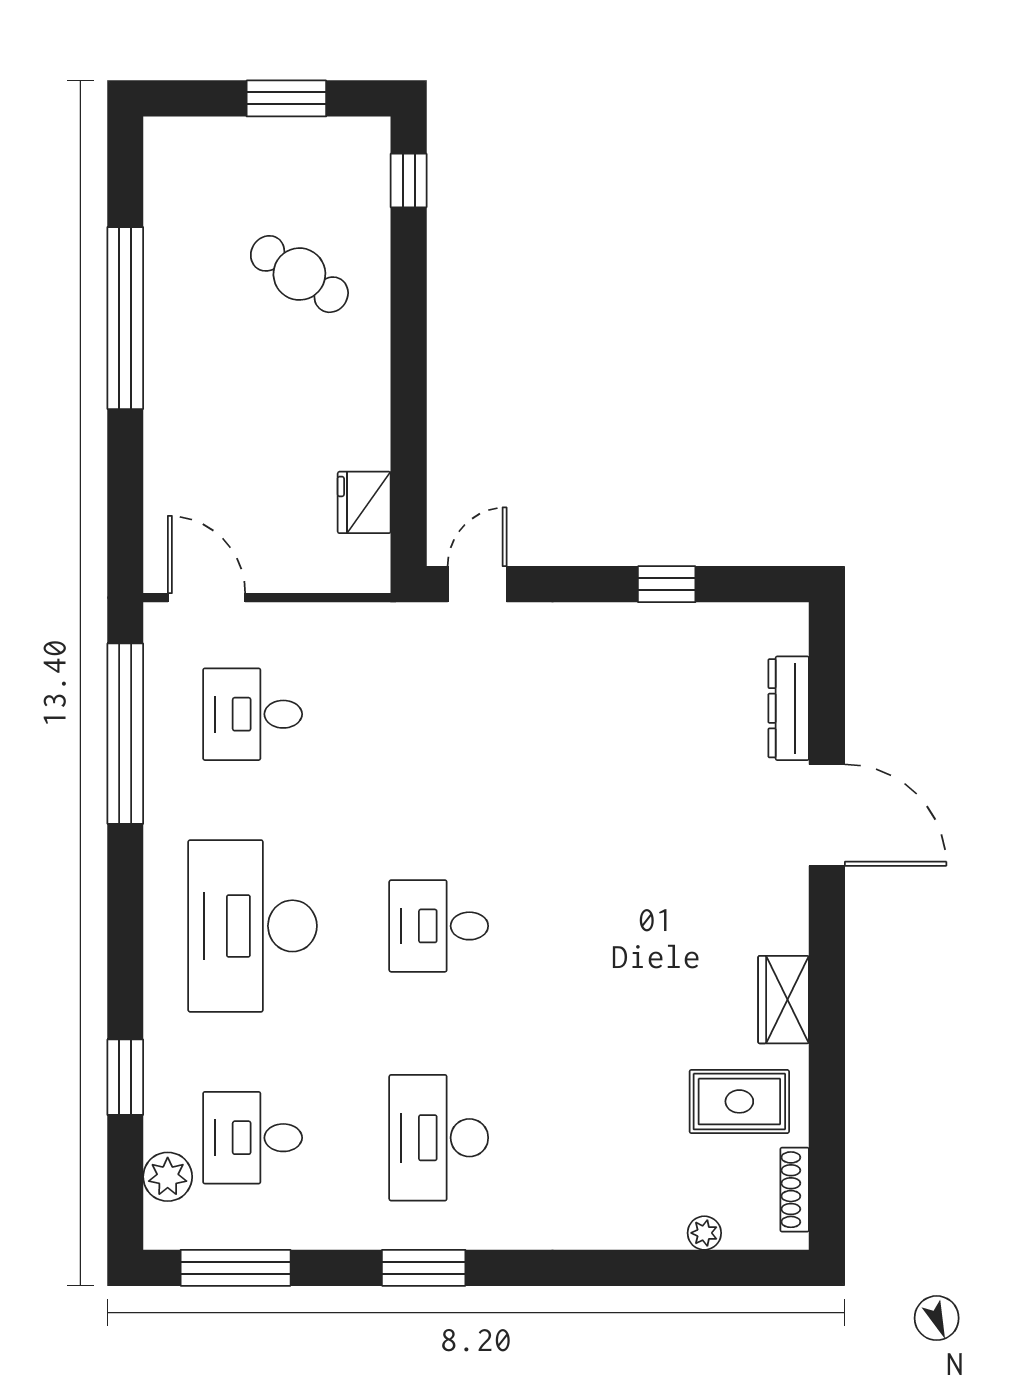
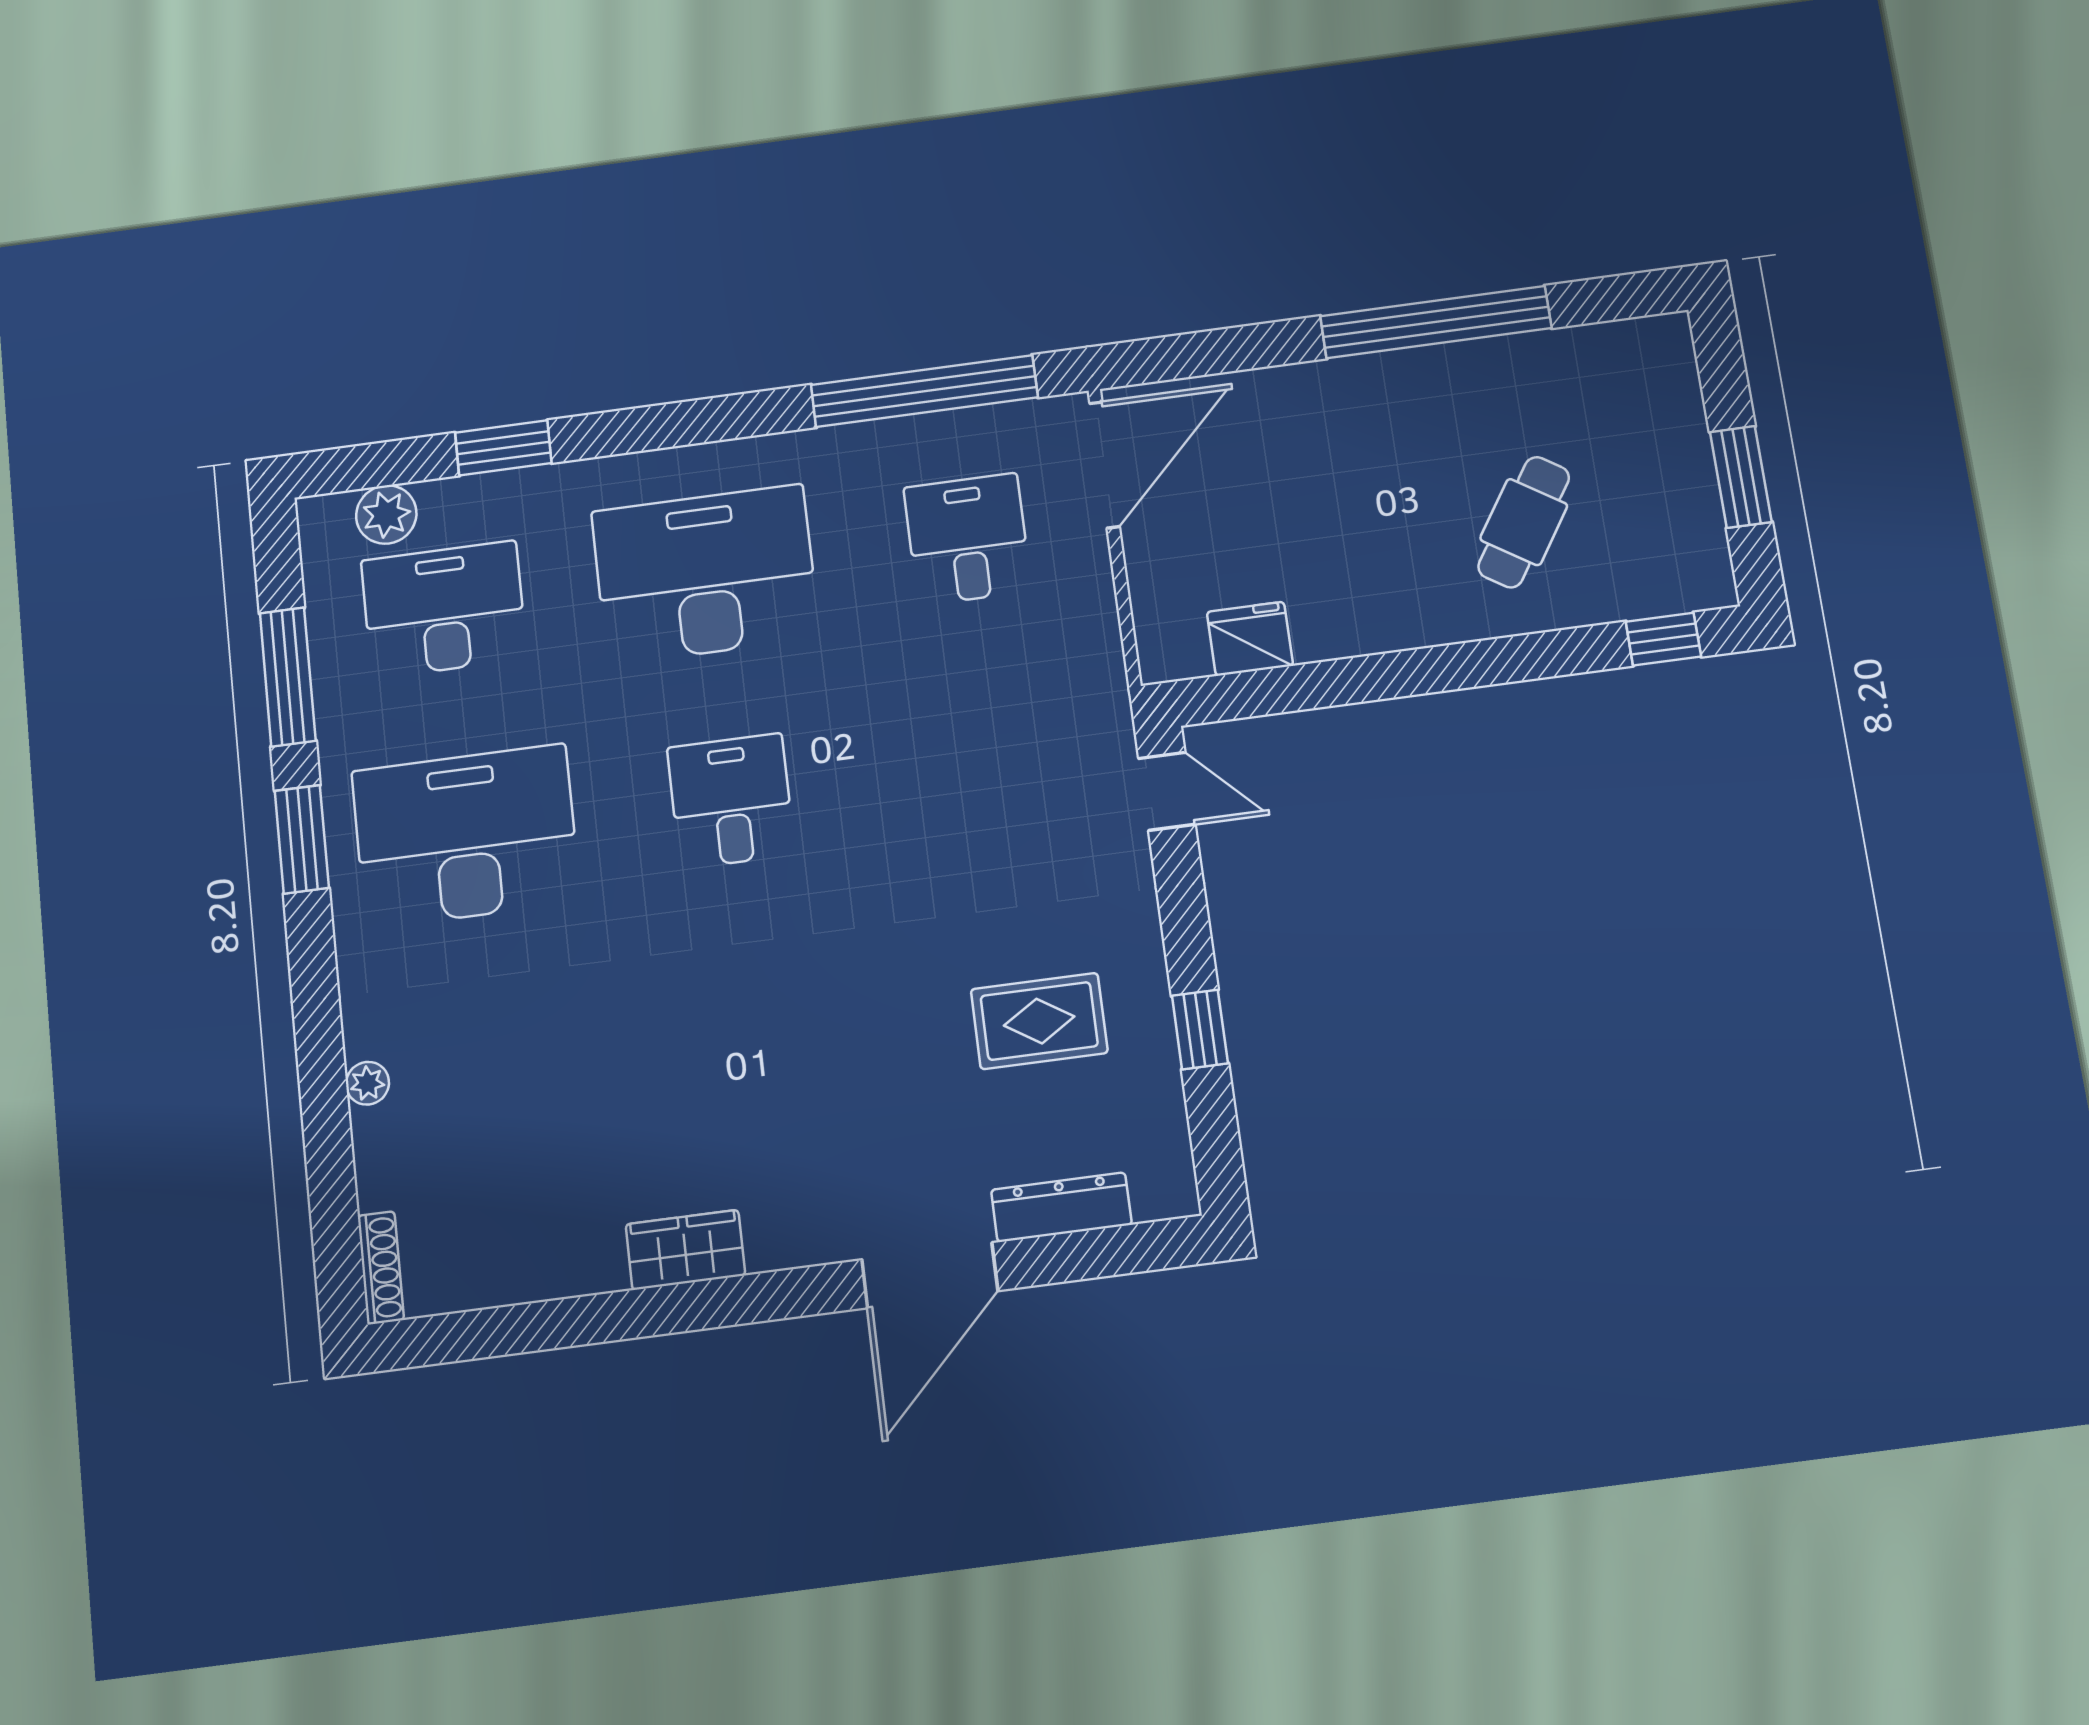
door: (207, 598) -> (1105, 465), width x1.36
rug: (739, 1101) -> (1039, 1021), moved, turned 90
desk: (253, 1138) -> (444, 609), width x1.37
desk: (439, 1138) -> (466, 836), width x1.36, depth x1.30
shoe rack: (795, 1190) -> (381, 1268), moved, turned 90
plant: (704, 1233) -> (367, 1083), moved
window: (236, 1268) -> (288, 677), moved

